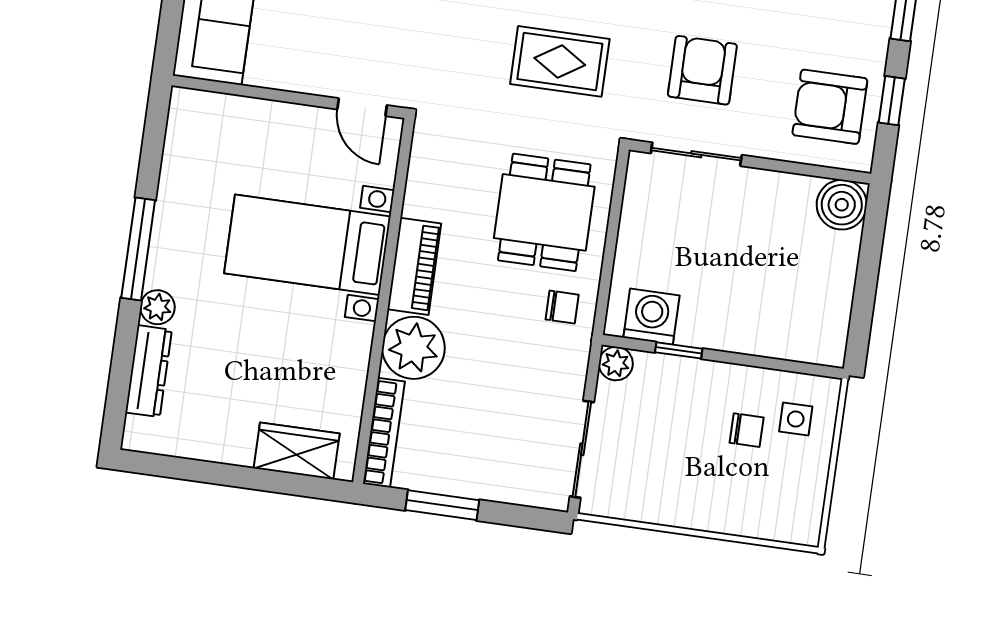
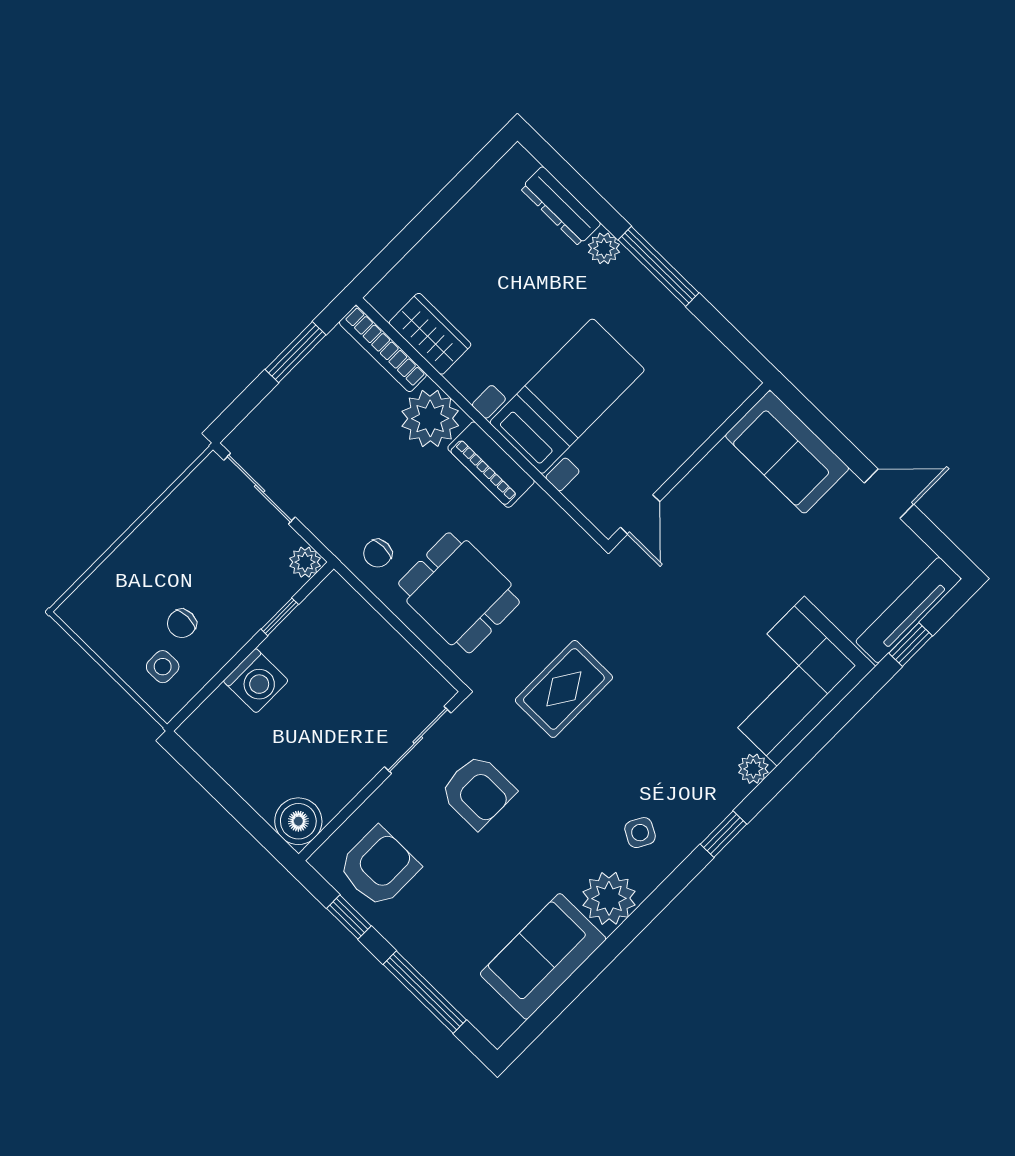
door: (362, 107) -> (640, 514), swing flipped
washing machine: (651, 317) -> (256, 681), moved
wardrobe: (297, 451) -> (430, 334), moved, turned -90

